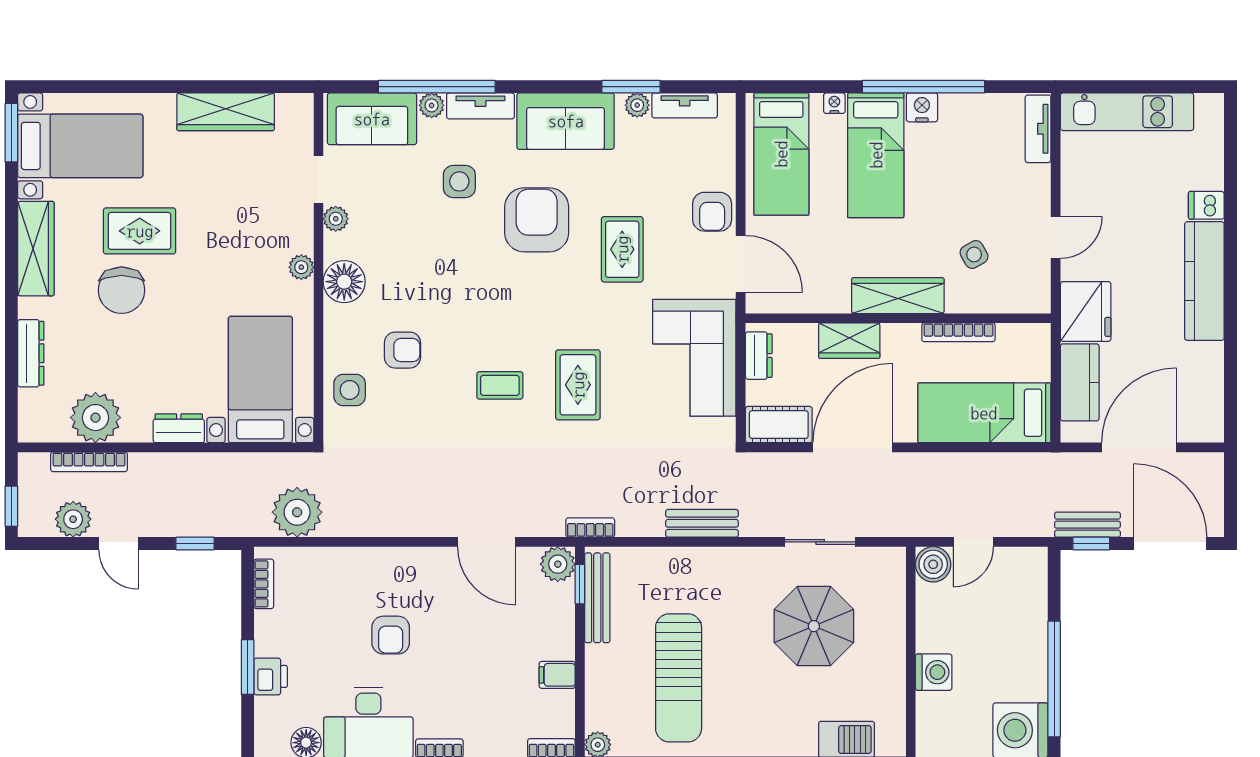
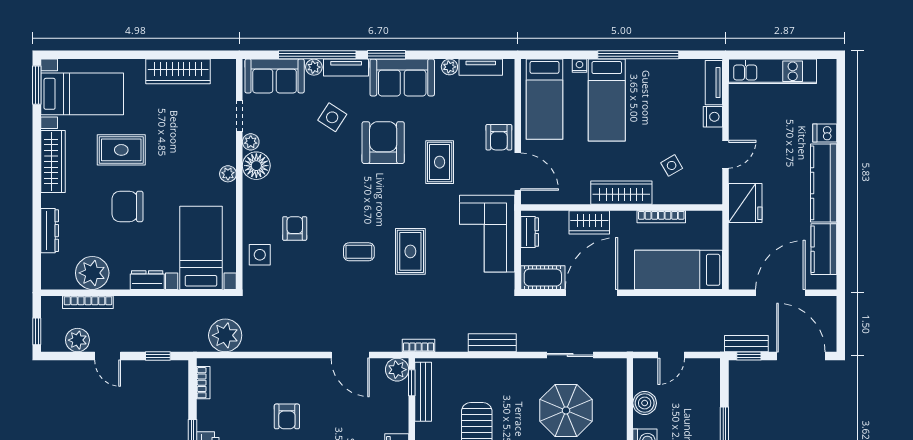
window: (631, 87) -> (387, 55), moved
nightstand: (922, 107) -> (713, 117), moved, turned 90
side table: (459, 181) -> (332, 117), turned 33
floor lamp: (344, 282) -> (256, 166), moved
chair: (122, 290) -> (128, 206), moved, turned 90
armchair: (402, 350) -> (295, 228), turned -90
kitchen counter: (1080, 382) -> (824, 249), moved, turned 180
boiler: (933, 564) -> (645, 403), moved

